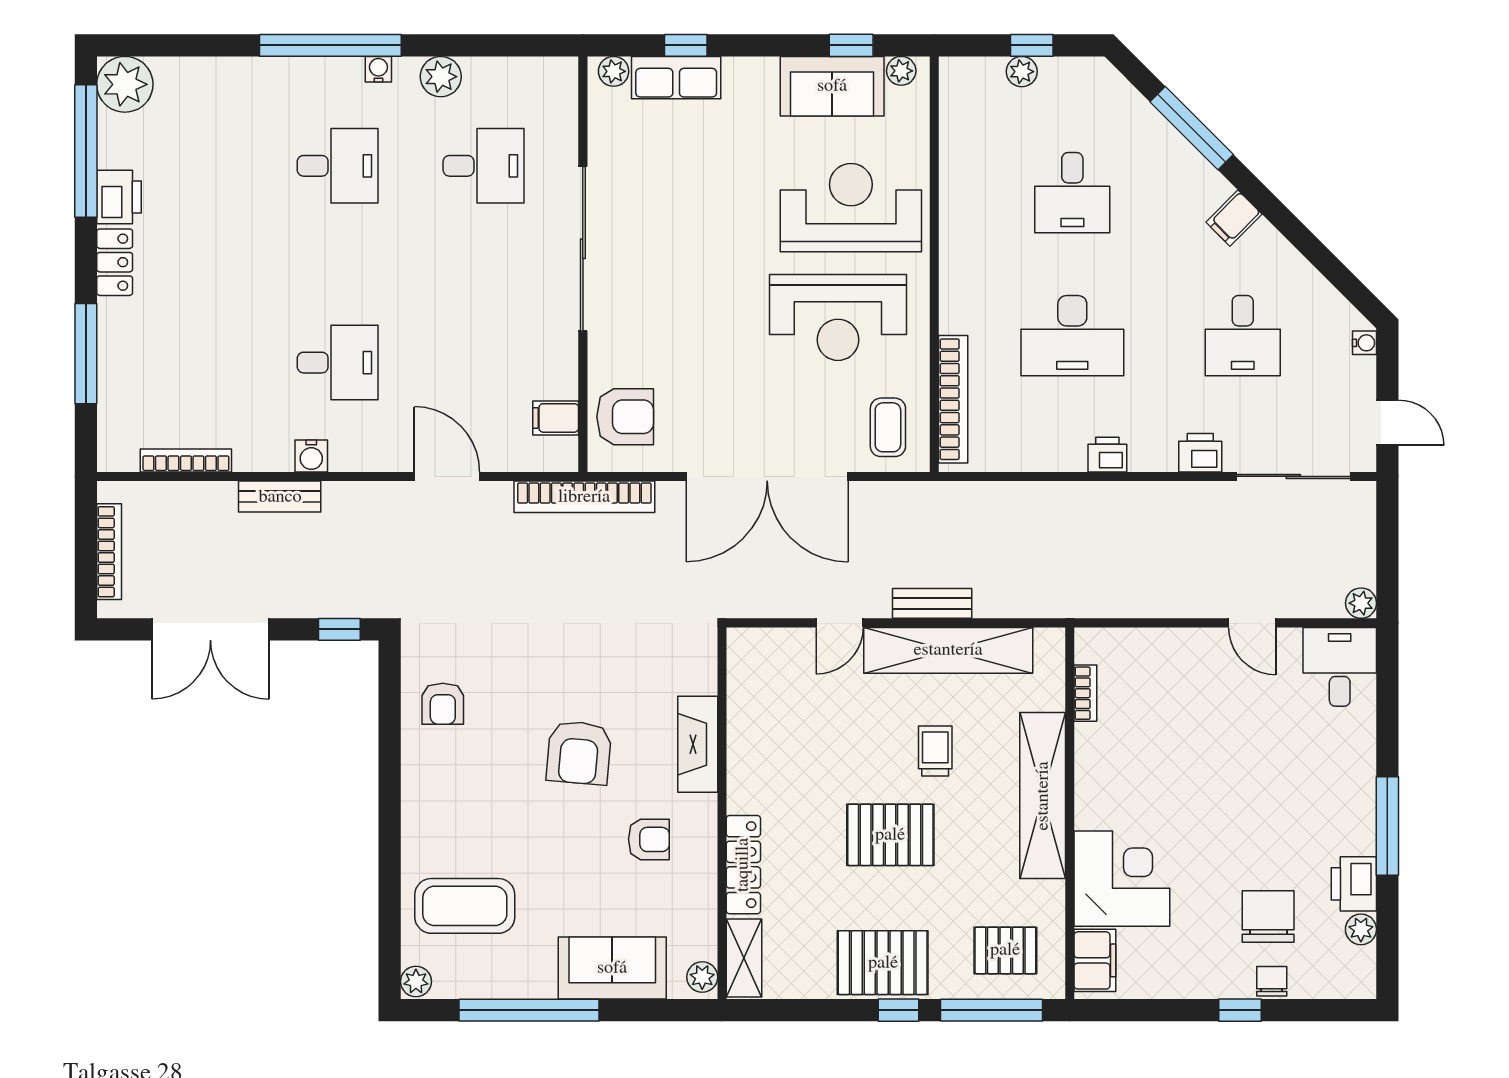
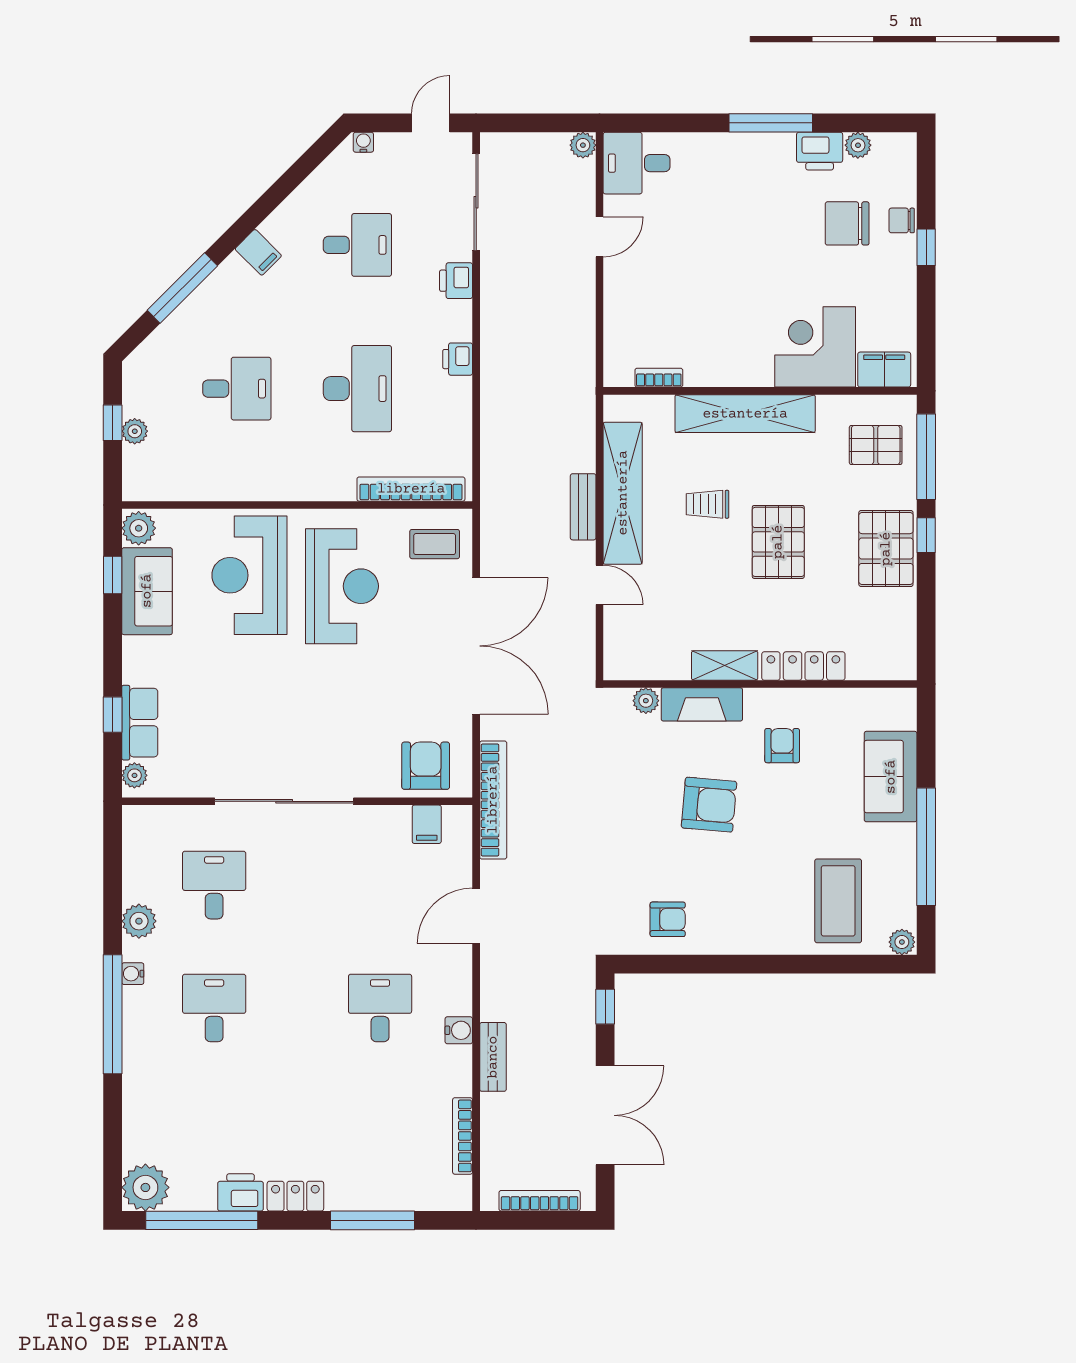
plant: (901, 71) -> (139, 528), width x1.38, depth x1.38
pallet: (1005, 950) -> (876, 445), turned 90
shelving: (744, 958) -> (725, 665), moved
plant: (702, 977) -> (646, 701), moved

